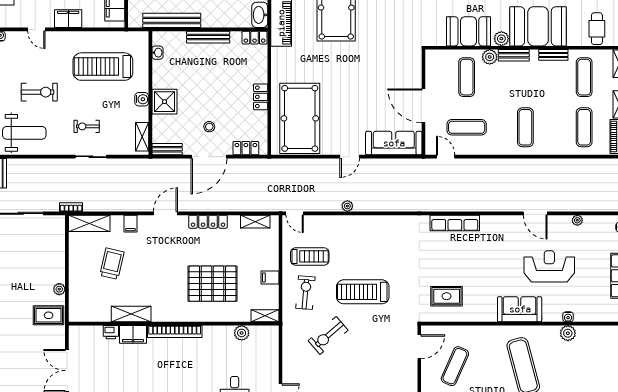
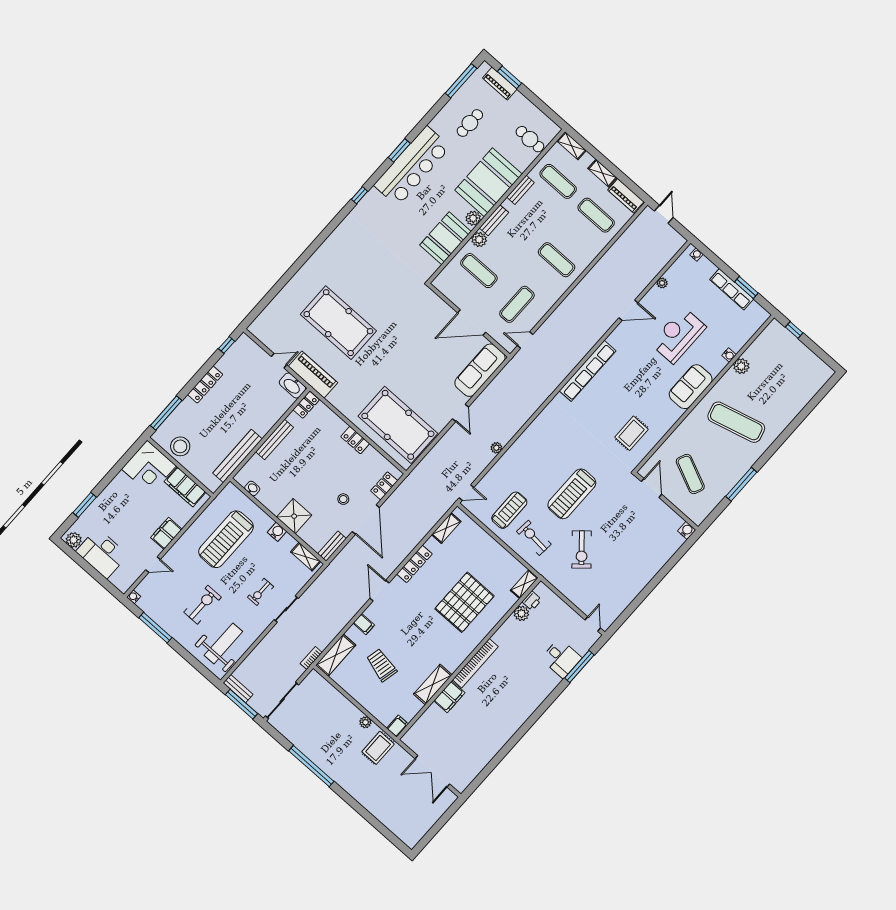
row of seats: (455, 223) -> (588, 371), width x1.36
filing cabinet: (270, 277) -> (398, 726), moved, turned 180
printer: (111, 332) -> (532, 601), moved

